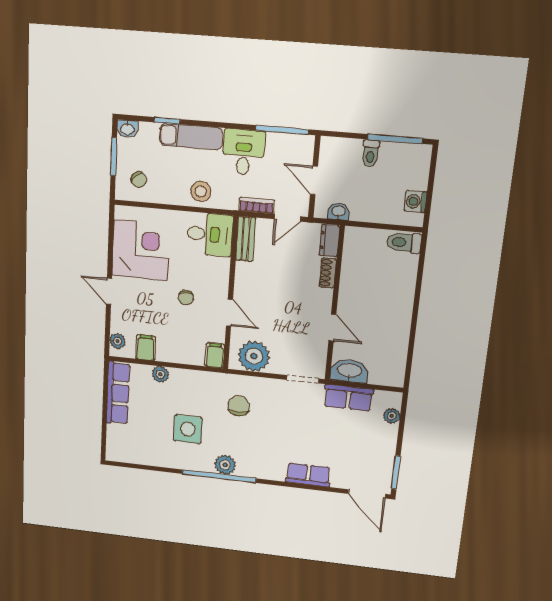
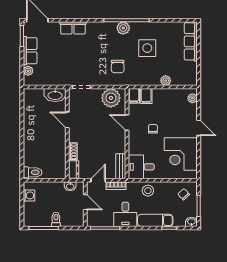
filing cabinet: (146, 348) -> (146, 96), moved
row of seats: (118, 393) -> (191, 41), moved
row of seats: (348, 398) -> (30, 51), moved, turned 90

